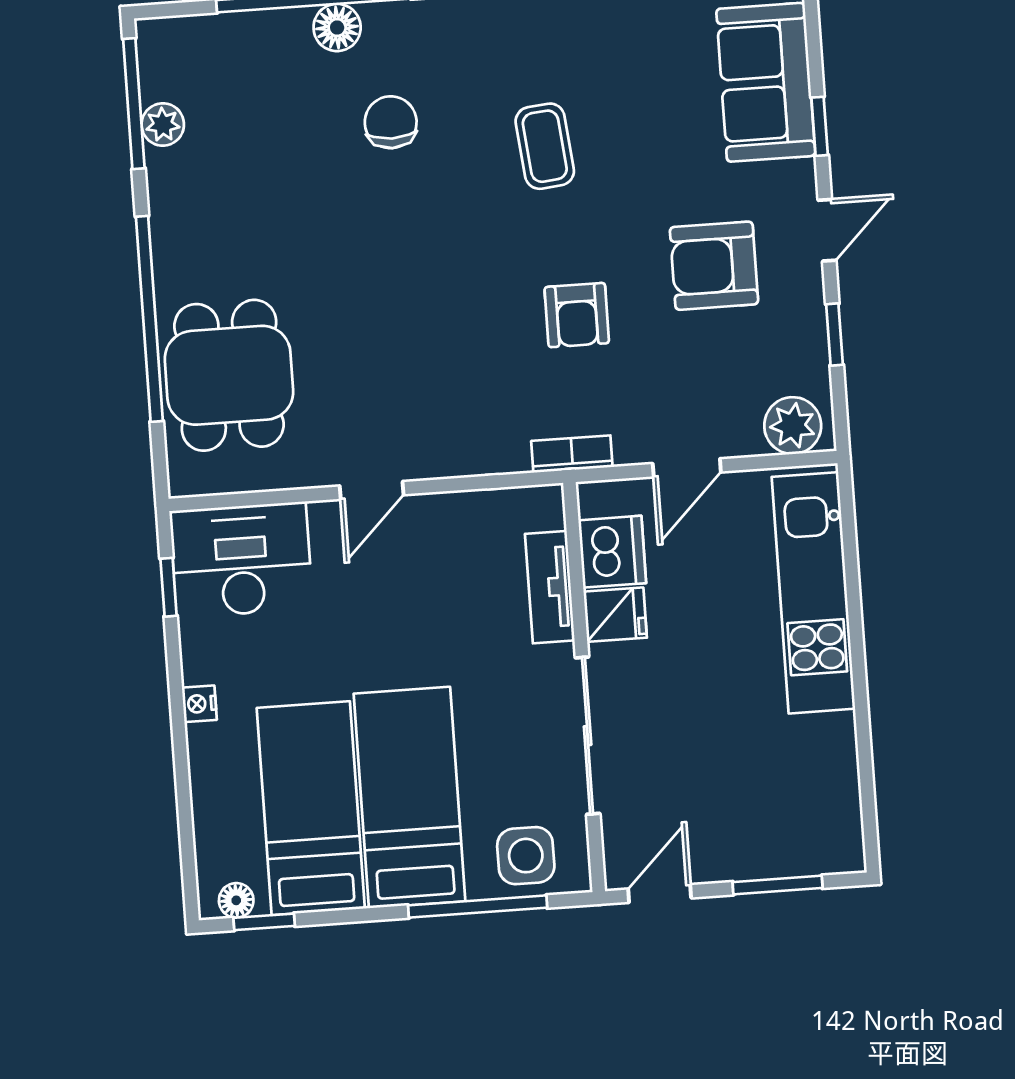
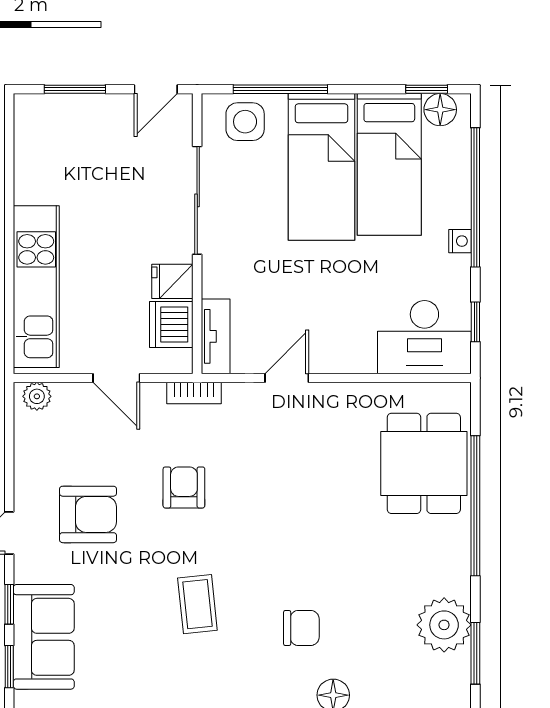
window: (134, 104) -> (475, 653), width x0.69
chair: (391, 122) -> (301, 628), turned -90
plant: (163, 124) -> (444, 625), width x1.87, depth x1.87
window: (835, 335) -> (9, 667), moved
plant: (793, 426) -> (37, 396), width x0.73, depth x0.73
door: (687, 468) -> (116, 378), swing flipped
door: (372, 490) -> (287, 378), moved
tv unit: (550, 587) -> (216, 336), moved
window: (182, 769) -> (475, 197), added
floor lamp: (236, 900) -> (440, 110), width x1.37, depth x1.37

